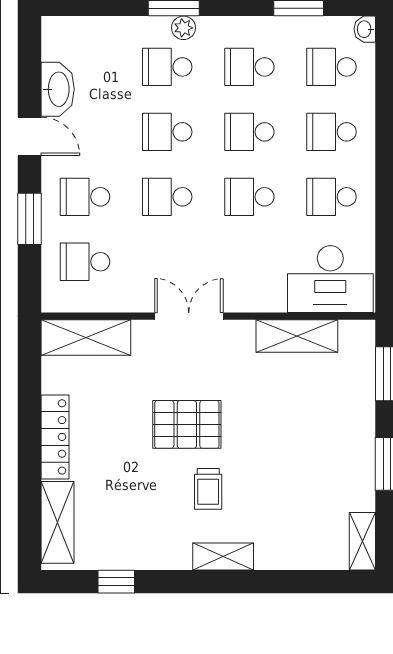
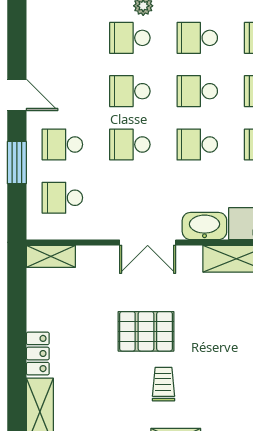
washbasin: (58, 89) -> (204, 226), moved, turned -90
double door: (189, 316) -> (148, 242), swing flipped
shelving: (86, 338) -> (51, 256), width x0.67, depth x0.75
locker: (55, 437) -> (38, 353), width x0.66
trolley: (208, 489) -> (163, 384), turned 180

